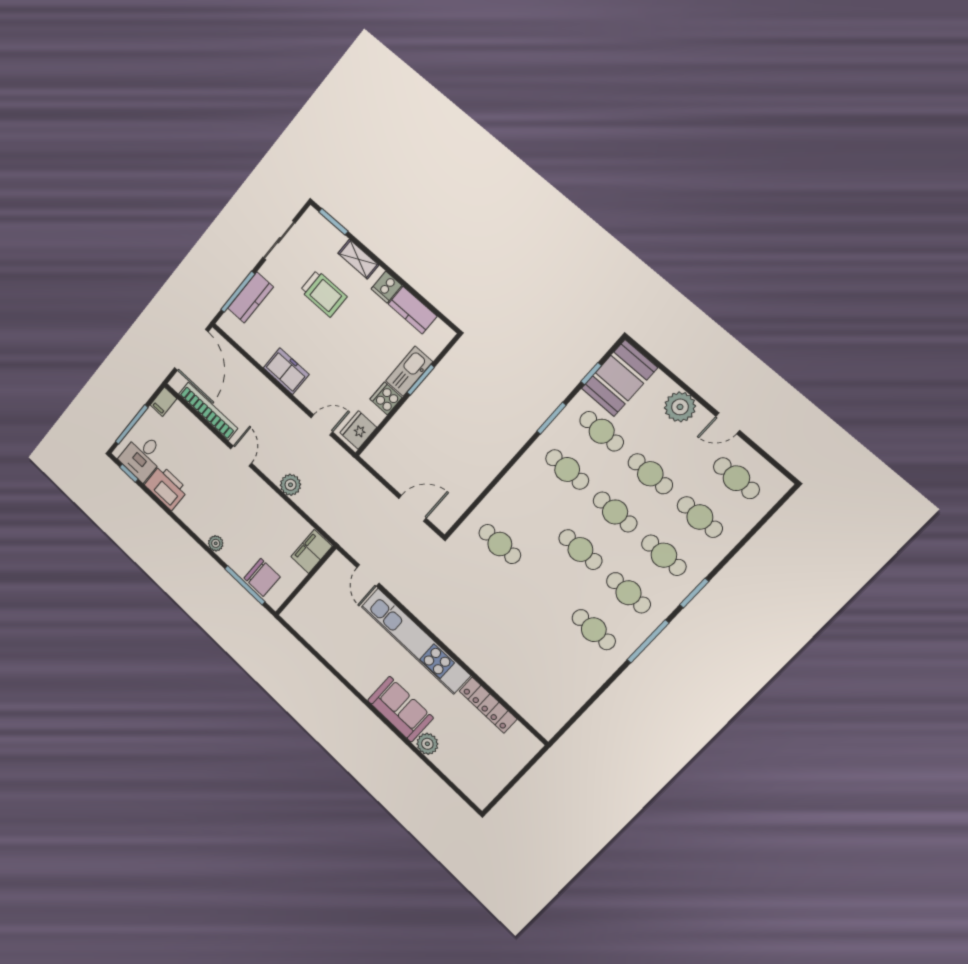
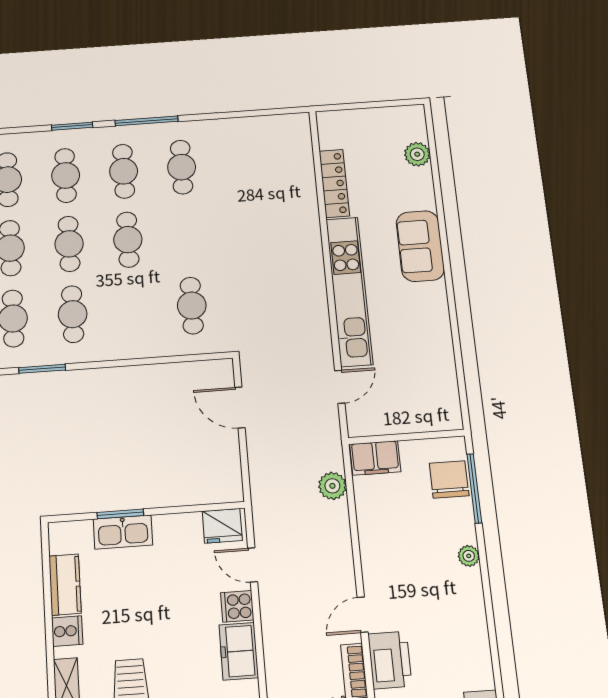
cooker: (386, 398) -> (237, 606), moved, turned 90
plant: (291, 485) -> (332, 486), moved
printer: (166, 487) -> (390, 660), moved, turned 180
plant: (427, 744) -> (417, 154), moved

